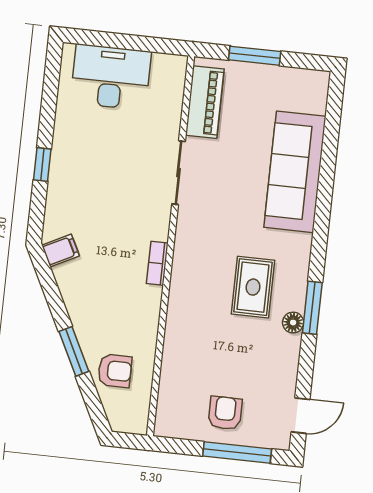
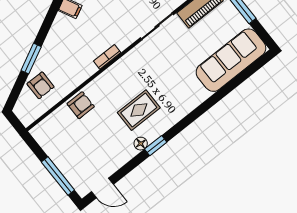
sofa: (295, 172) -> (231, 60), moved
window: (312, 308) -> (156, 146), width x0.67
armchair: (225, 413) -> (81, 105), moved

